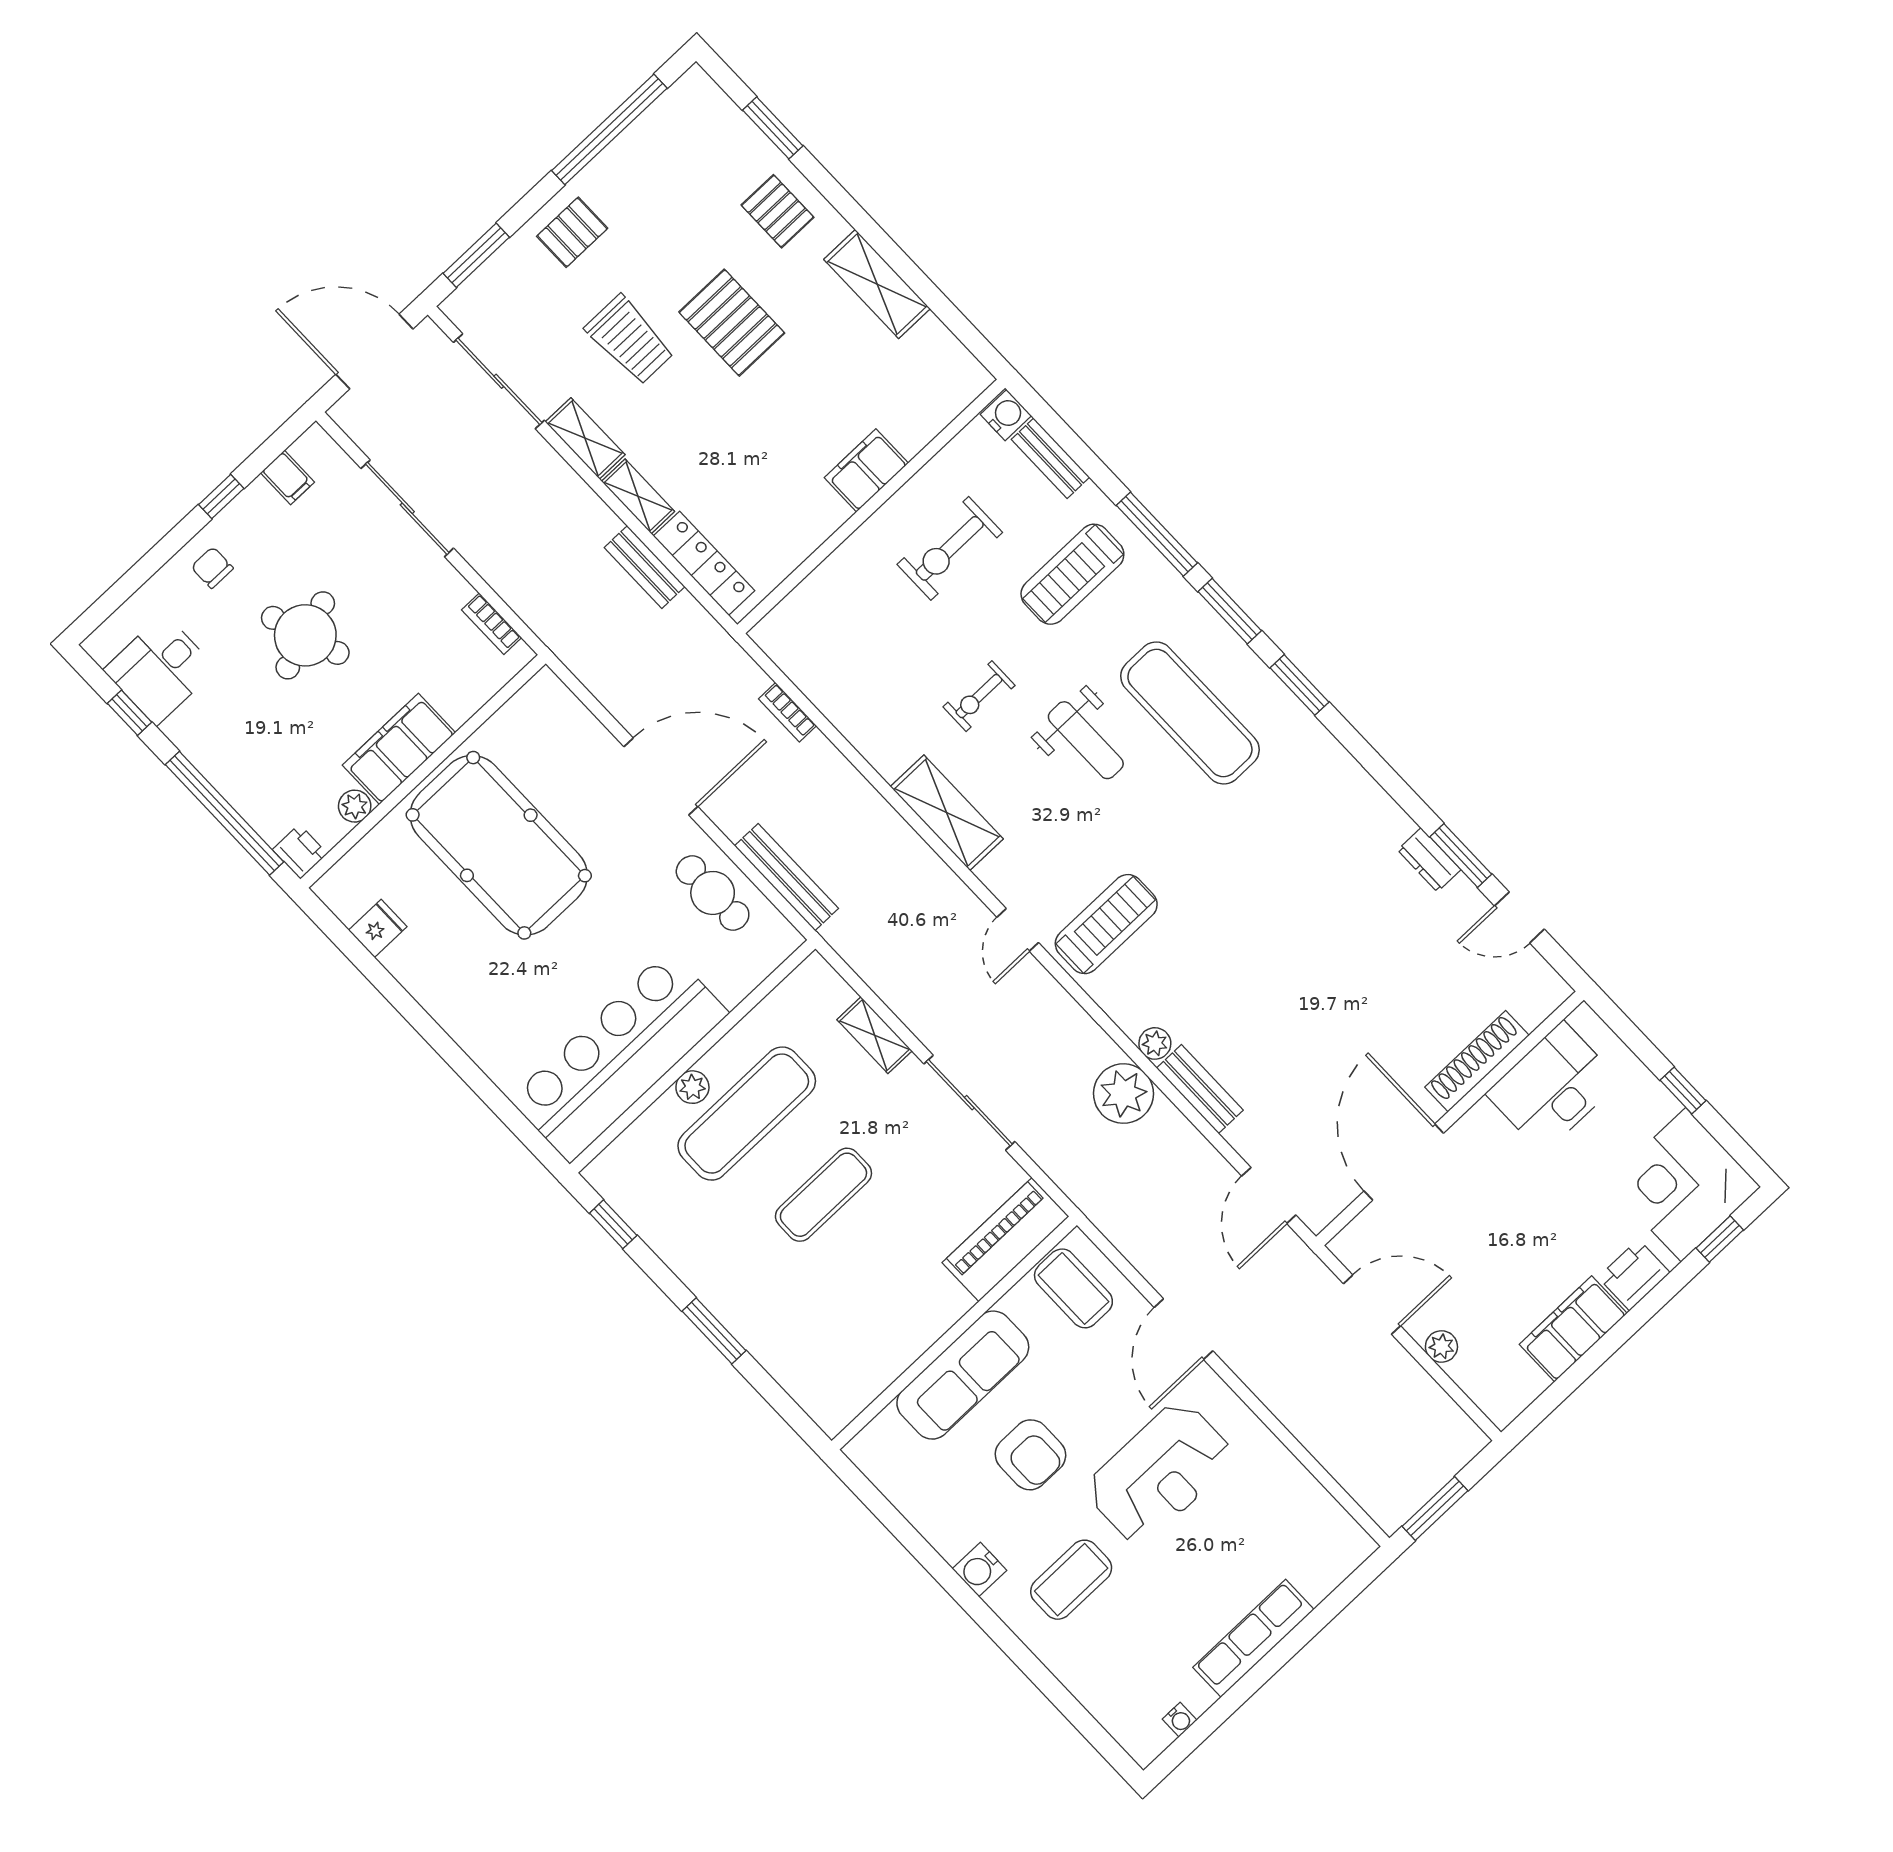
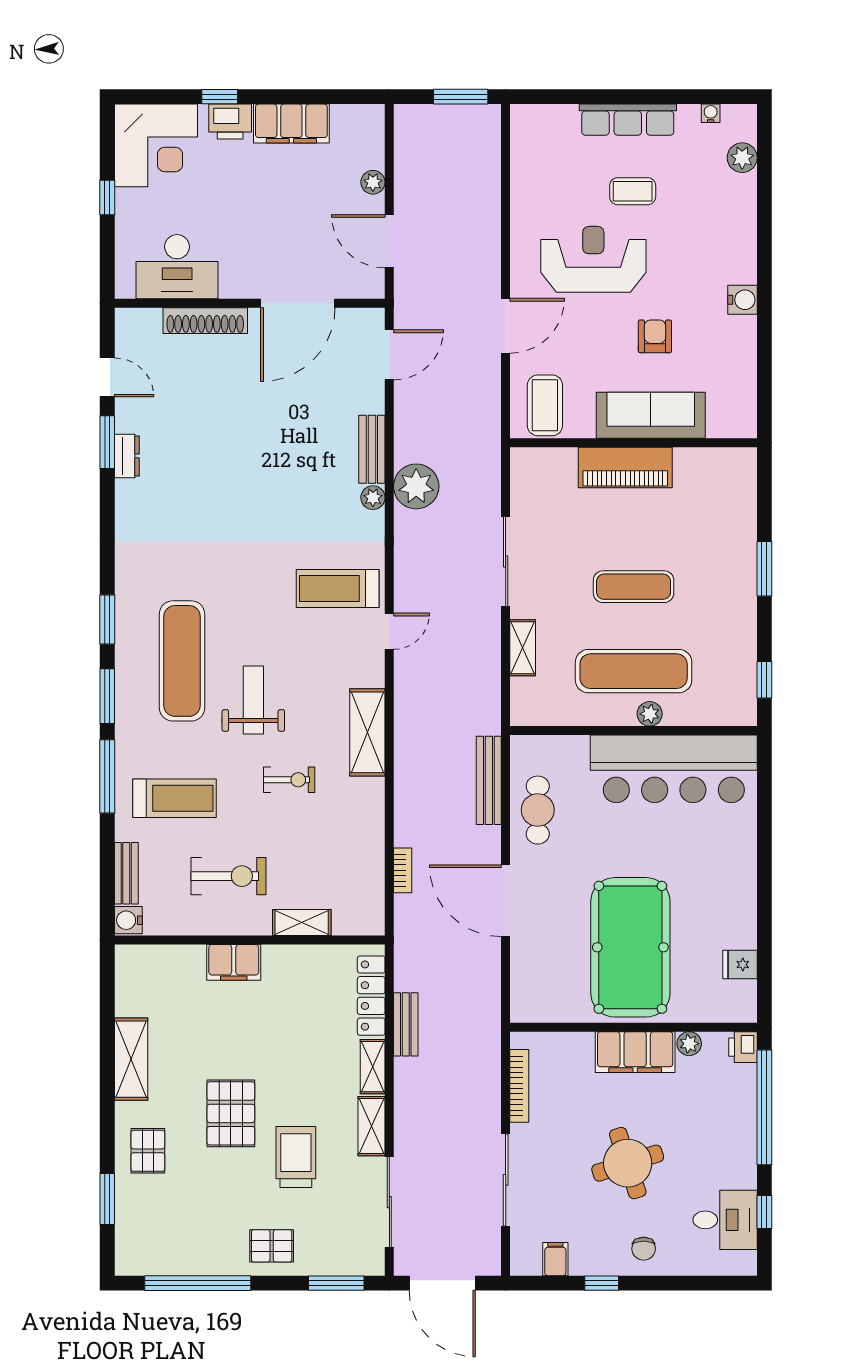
shelving: (837, 570) -> (302, 923), added
bookcase: (492, 624) -> (519, 1086), width x1.56
window: (1720, 1239) -> (220, 97), moved
piano: (1006, 1240) -> (625, 467), moved
armchair: (1030, 1455) -> (655, 336), width x0.72, depth x0.72
coffee table: (1071, 1580) -> (633, 191), moved, width x0.73, depth x0.77
plant: (1109, 1706) -> (742, 158), added

